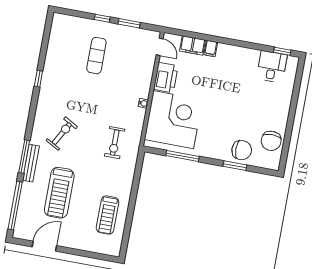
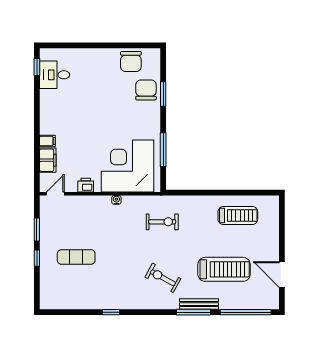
printer: (166, 78) -> (86, 185), width x0.53, depth x0.68
chair: (271, 141) -> (131, 61), turned 90

